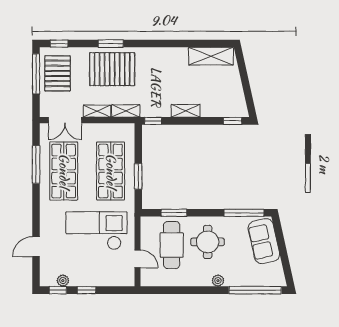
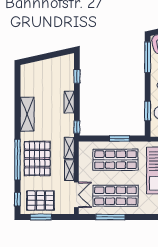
window: (111, 44) -> (17, 160), width x2.11
shelving: (211, 56) -> (27, 114), moved
window: (36, 74) -> (41, 217), width x0.69
window: (233, 121) -> (77, 76), moved

